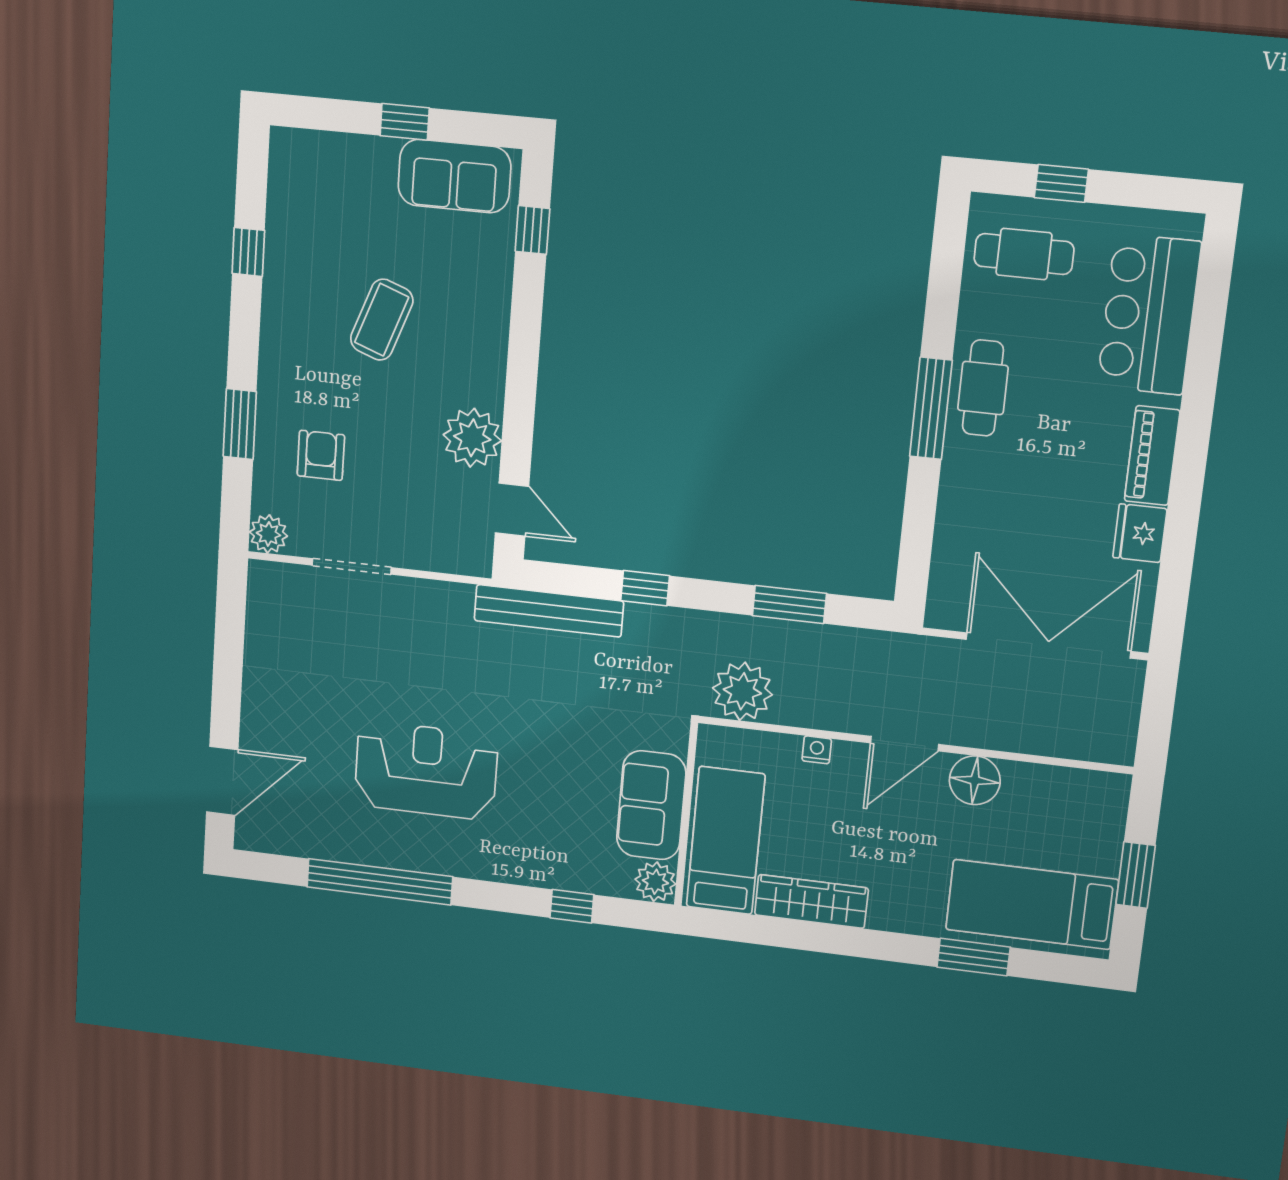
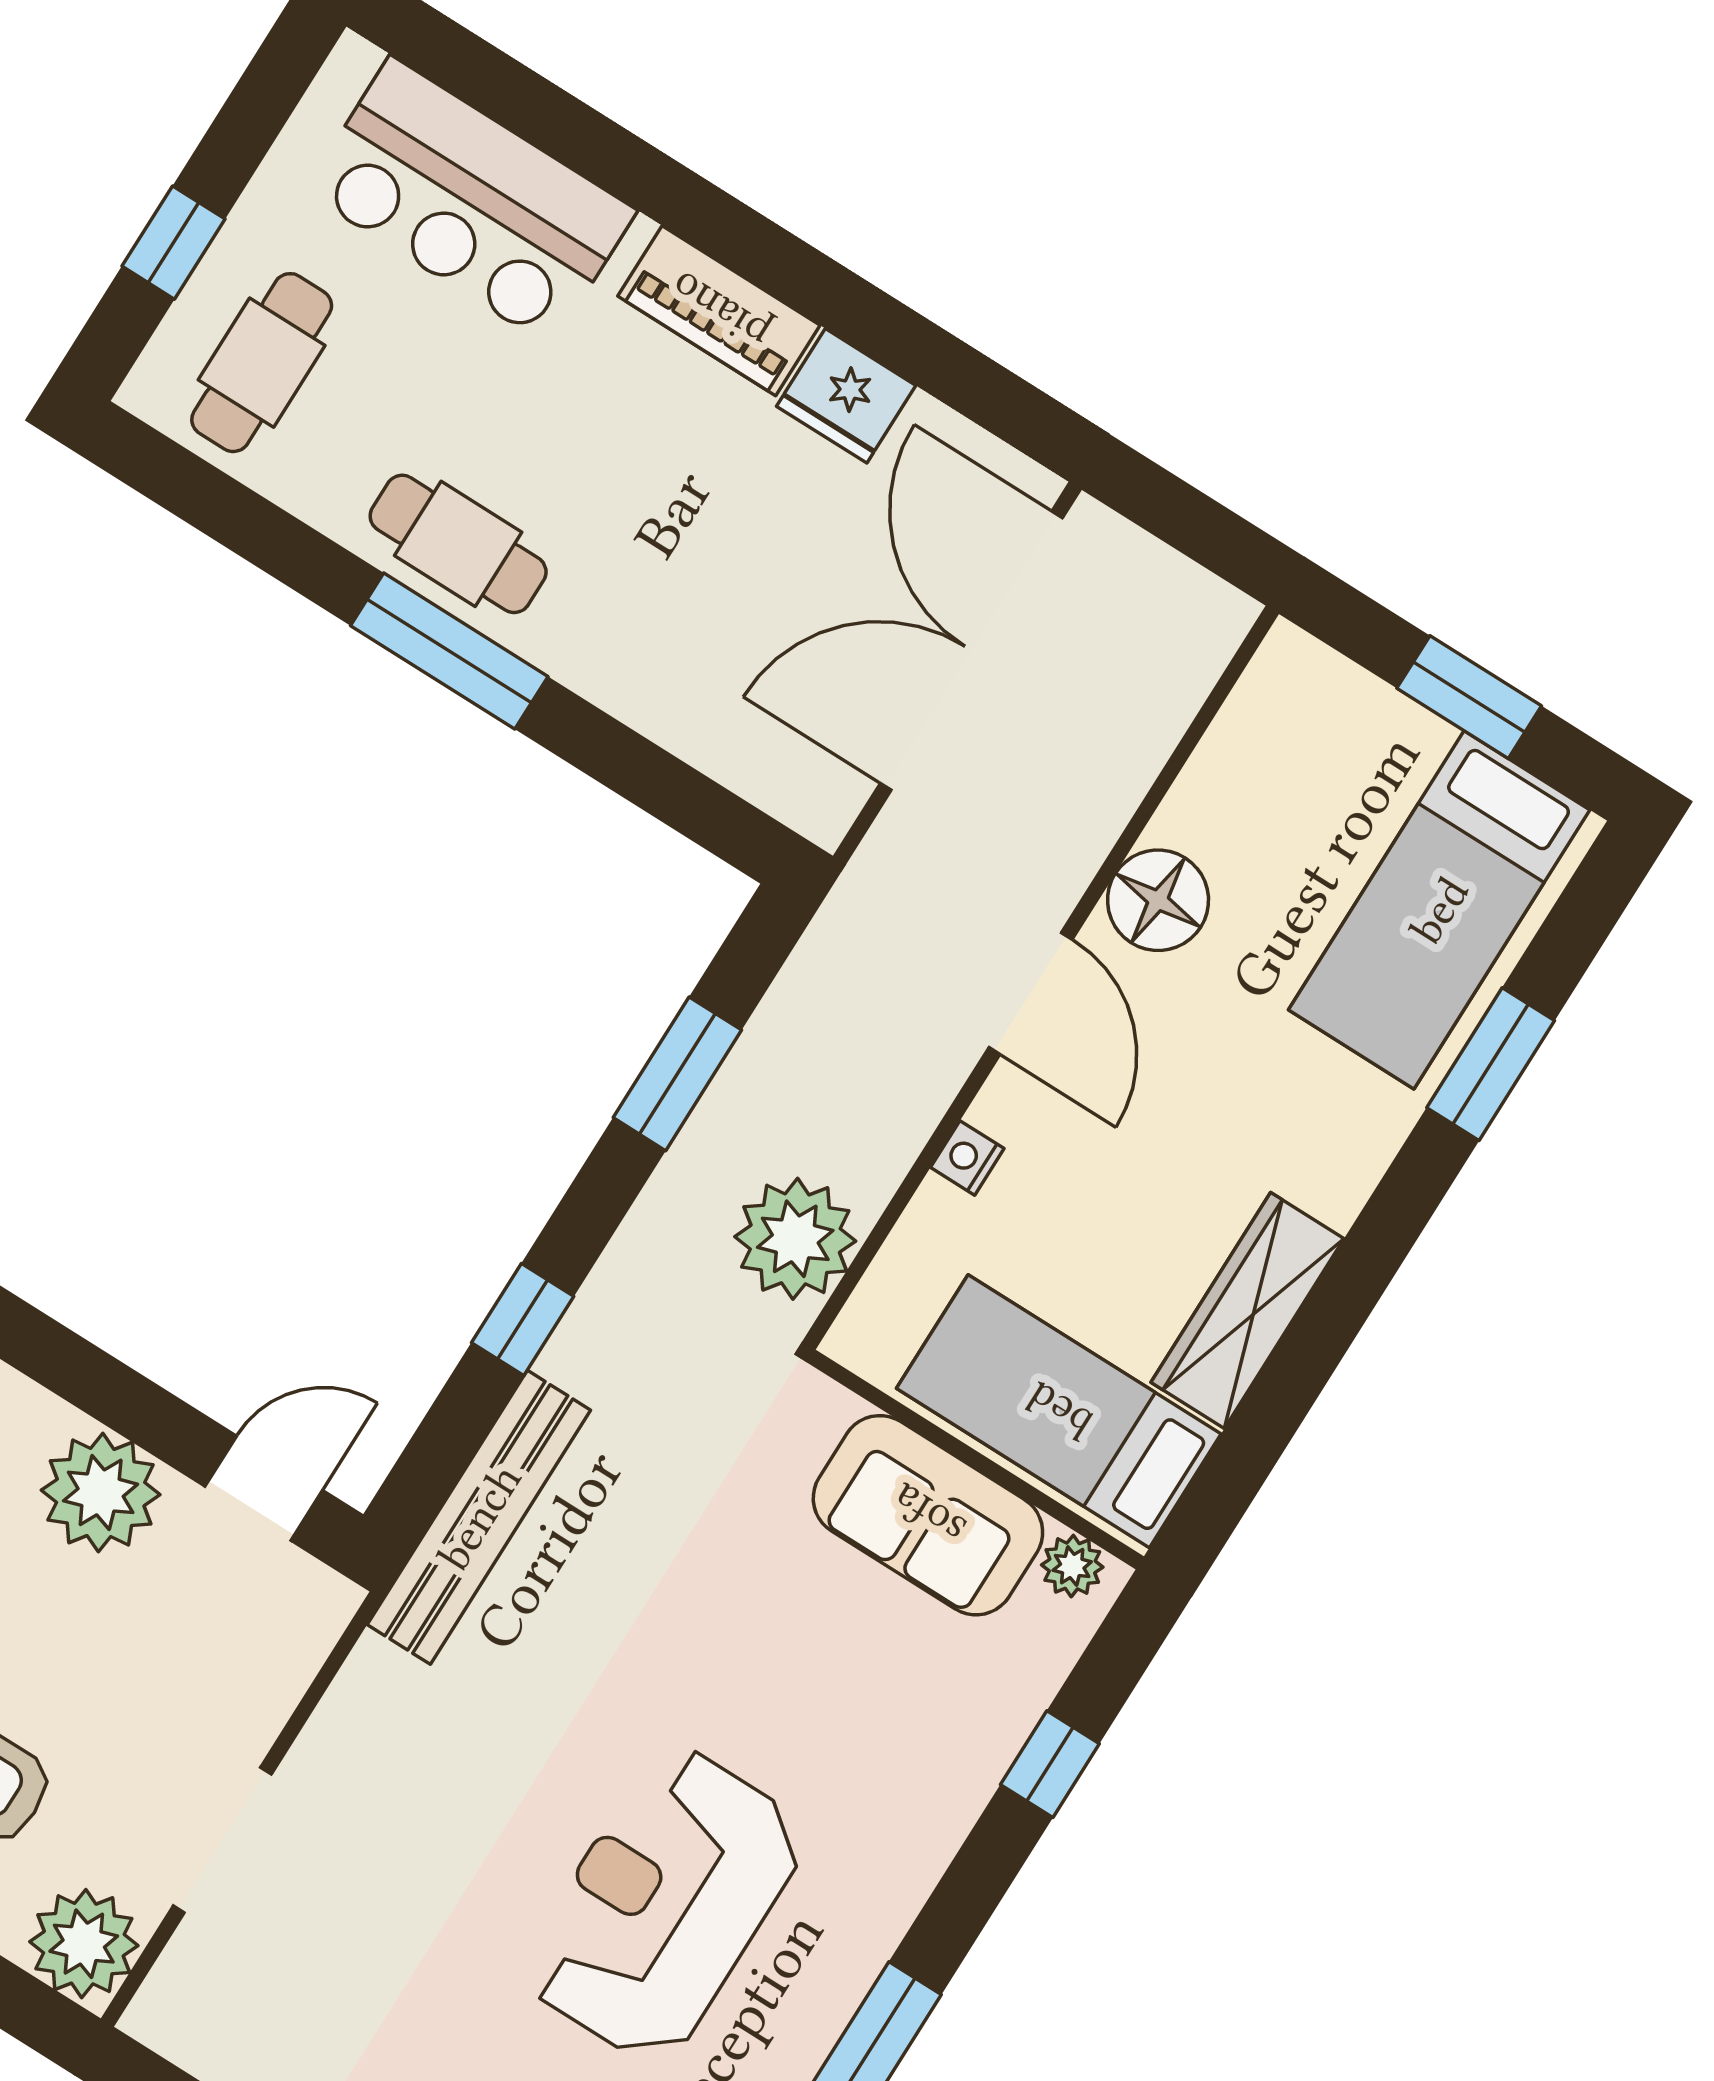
plant: (268, 534) -> (84, 1944), width x1.36, depth x1.36
plant: (655, 882) -> (1072, 1566), width x0.73, depth x0.73

